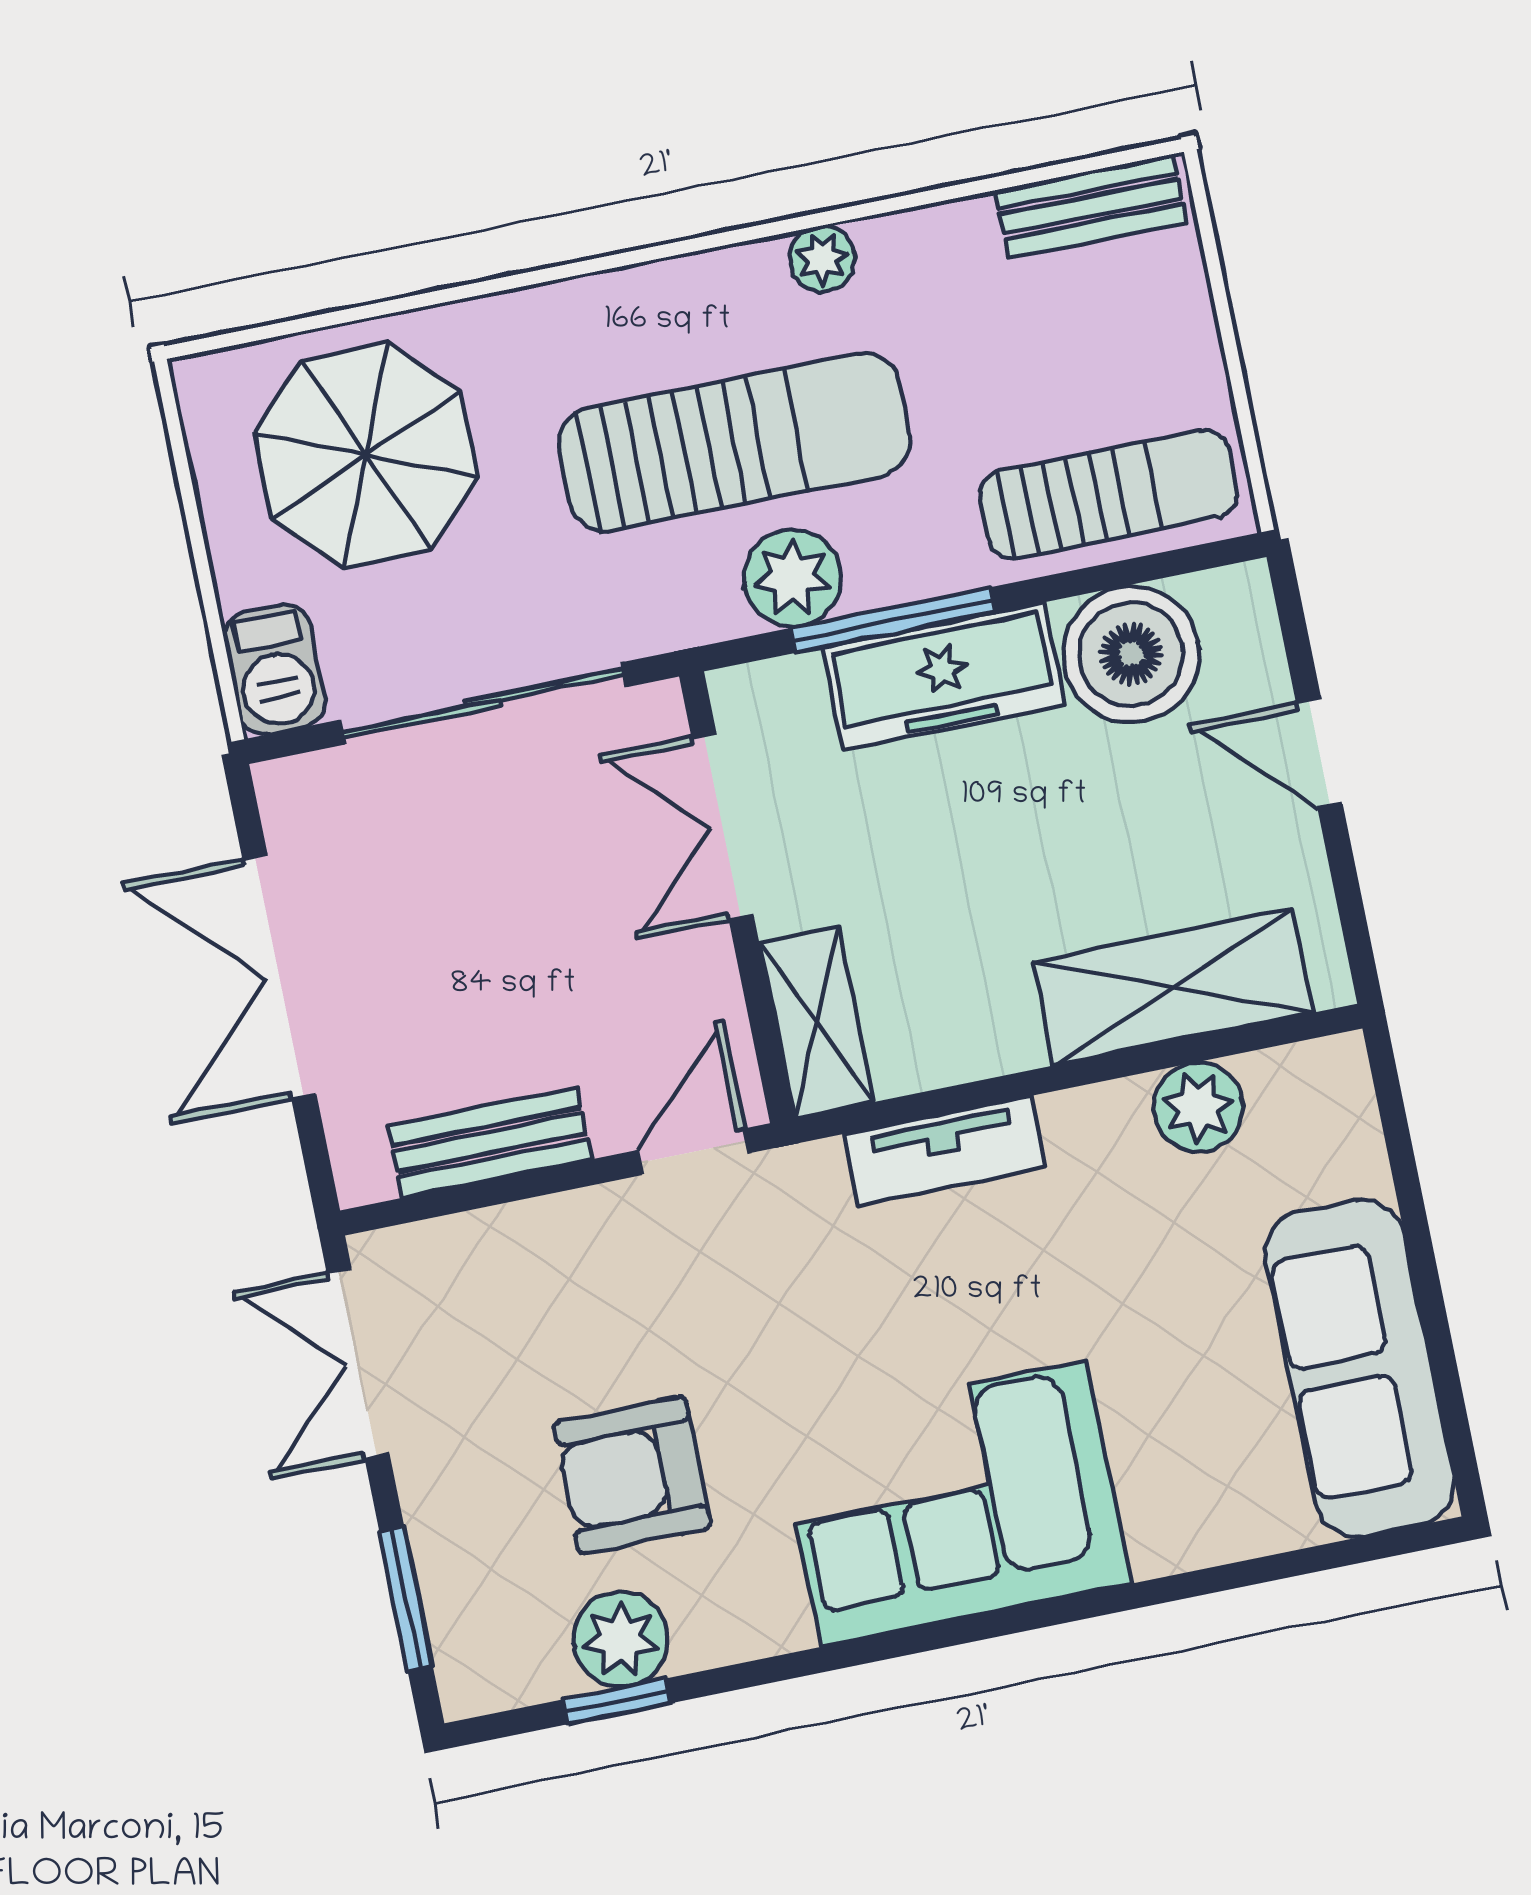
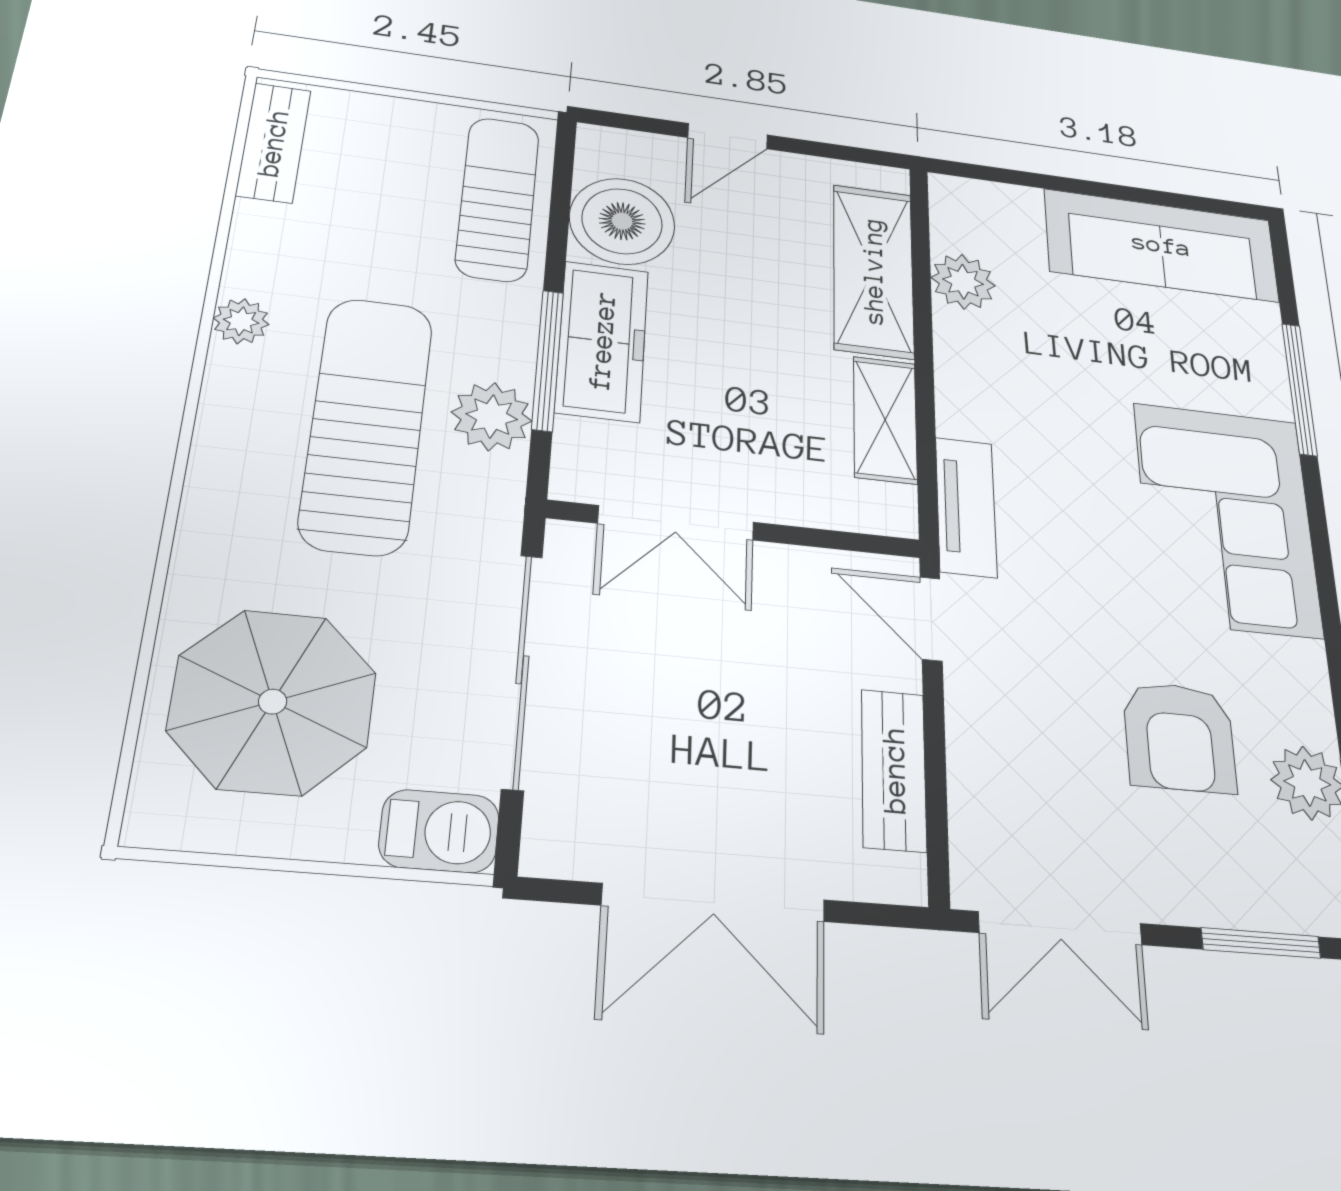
shelving: (817, 1022) -> (885, 420), moved, turned 90
tv unit: (945, 1151) -> (966, 507), moved
window: (1190, 1585) -> (1299, 389), added

